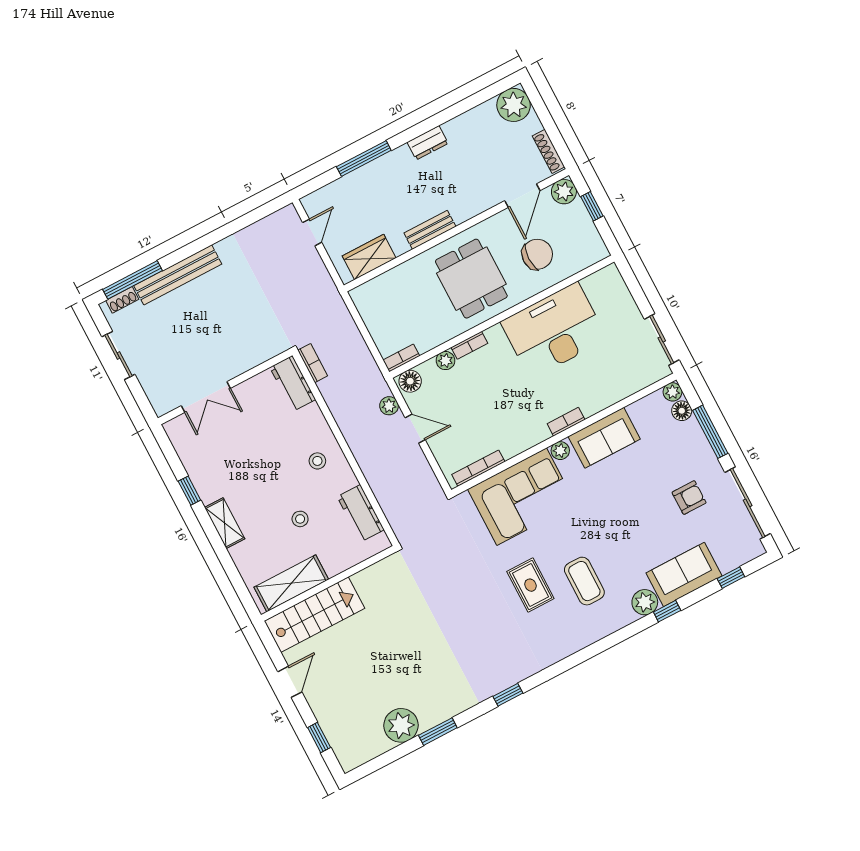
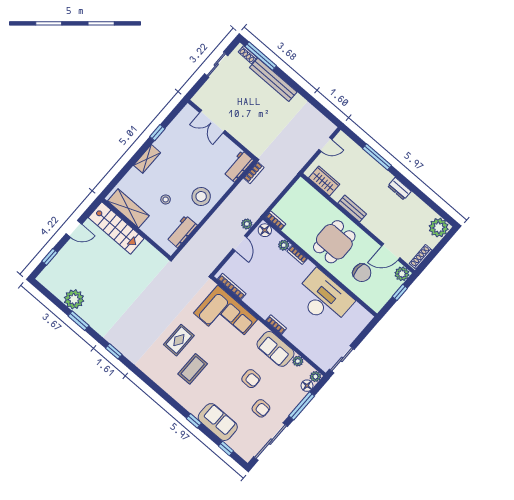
plant: (560, 451) -> (298, 361), moved
stool: (317, 461) -> (201, 196), width x1.89, depth x1.89
armchair: (636, 495) -> (251, 379), added
plant: (645, 602) -> (194, 407), removed

